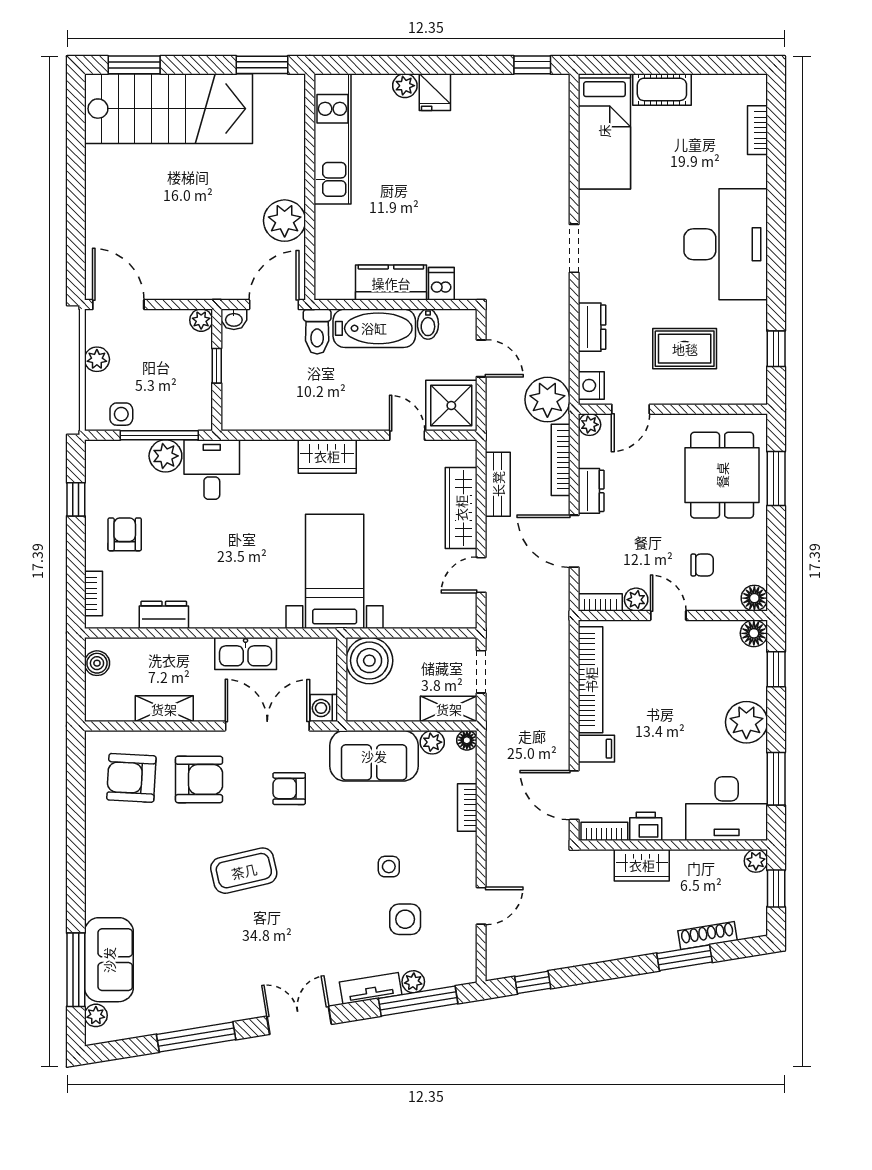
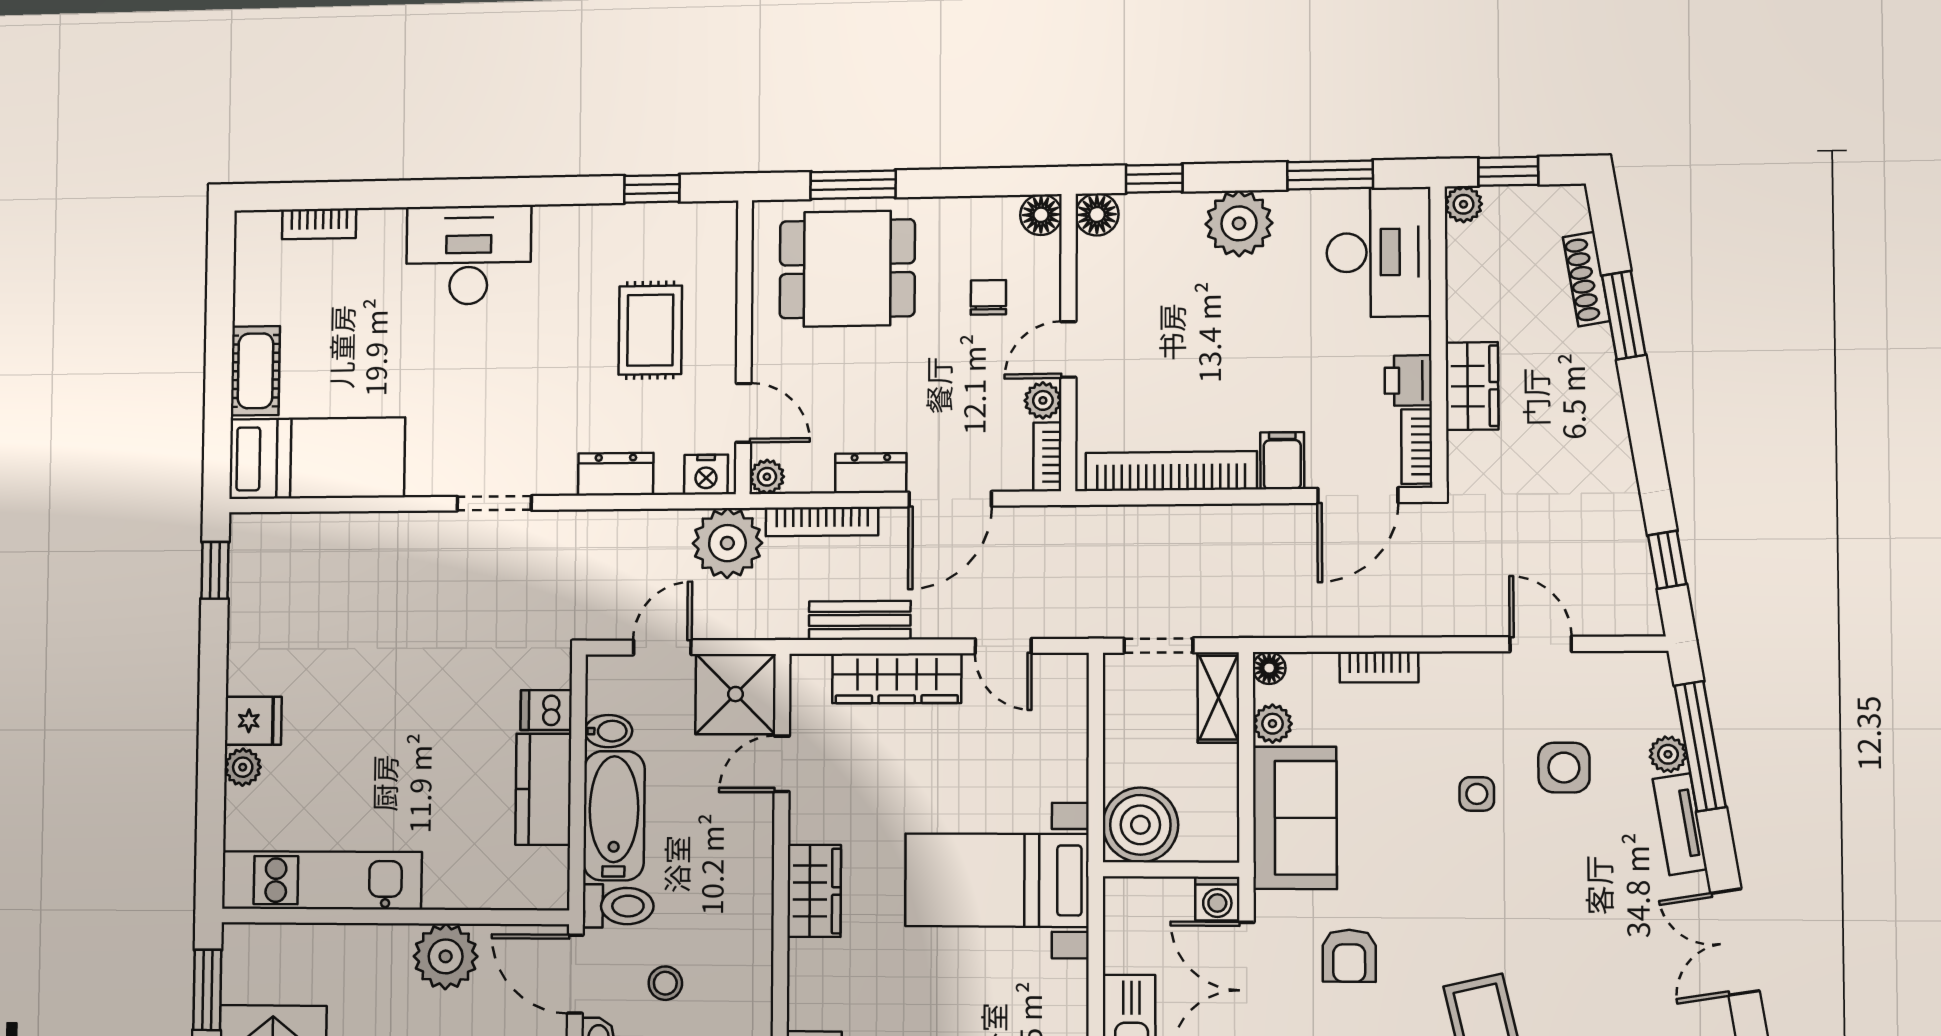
desk: (726, 244) -> (469, 255), width x0.73, depth x0.77
stool: (269, 362) -> (665, 983), added

